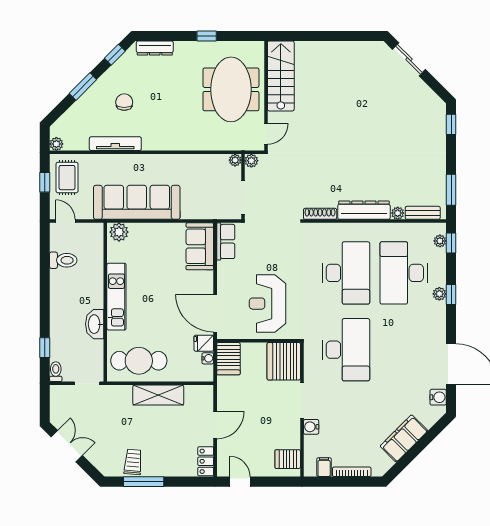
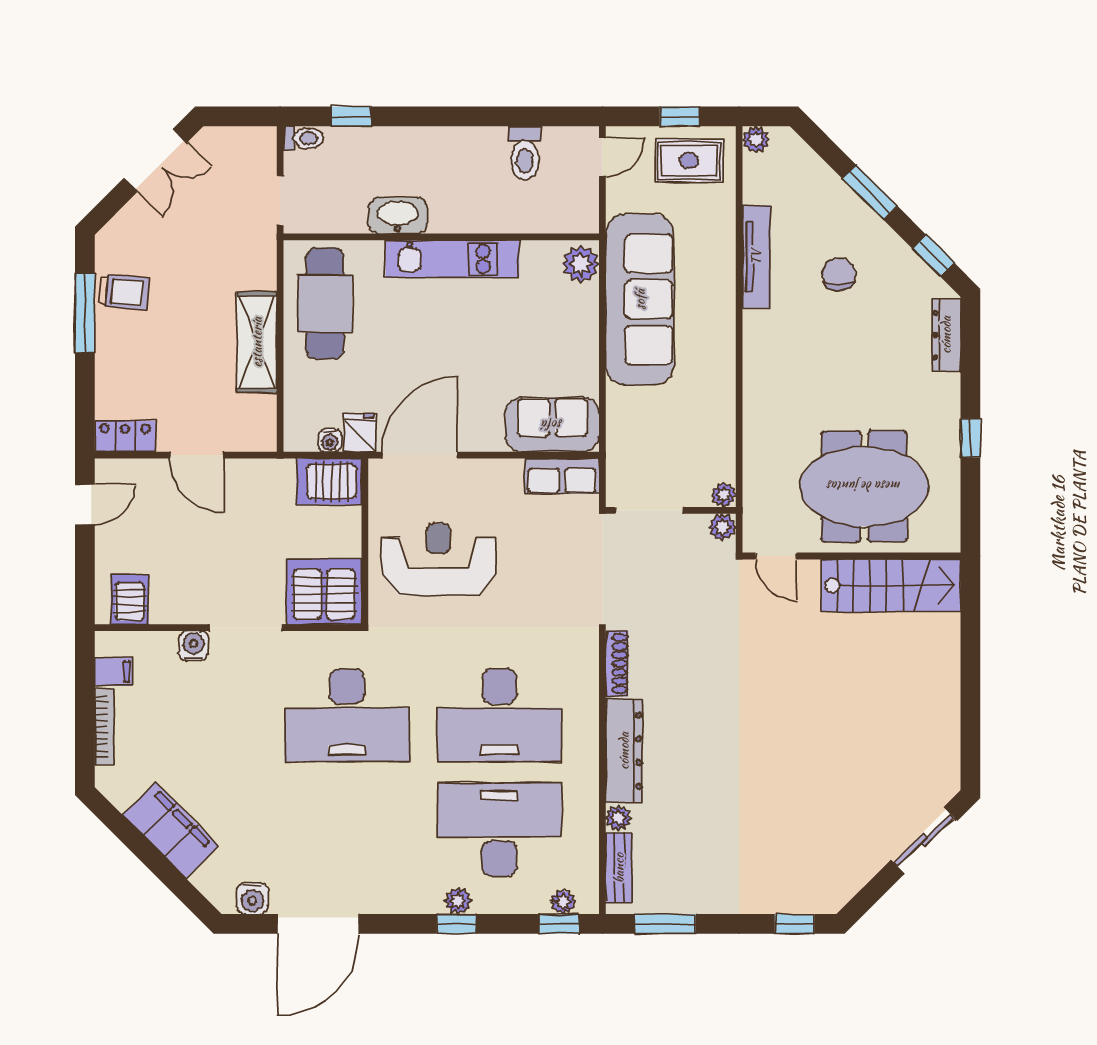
chair: (124, 102) -> (839, 274), turned -90

